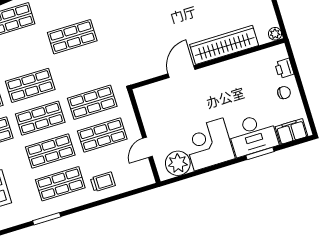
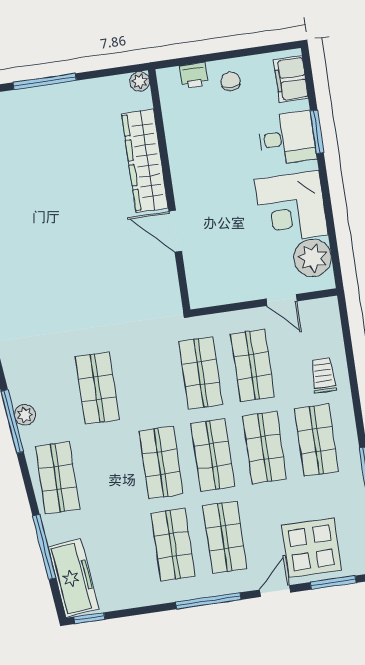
desk: (253, 135) -> (287, 138), width x0.73

